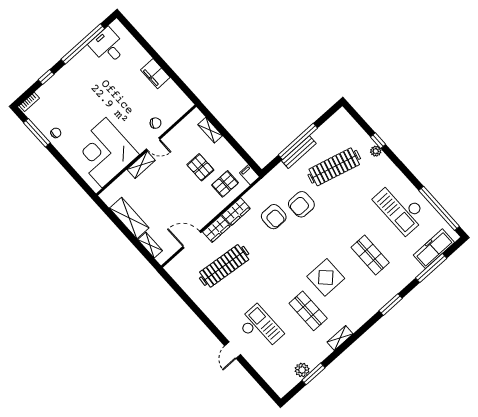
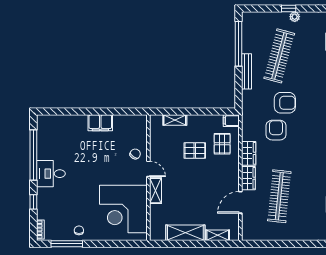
desk: (108, 46) -> (51, 174), moved
window: (298, 141) -> (238, 44), moved
door: (153, 144) -> (148, 169), hinge flipped
armchair: (301, 204) -> (285, 103), turned -90
armchair: (274, 217) -> (276, 130), turned -90

